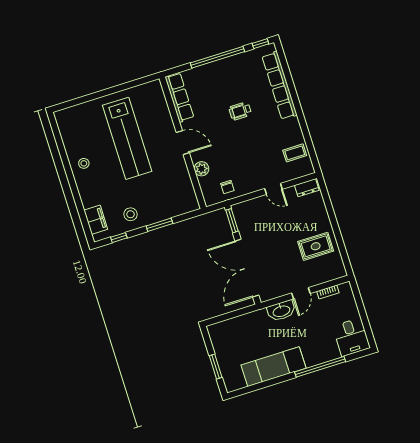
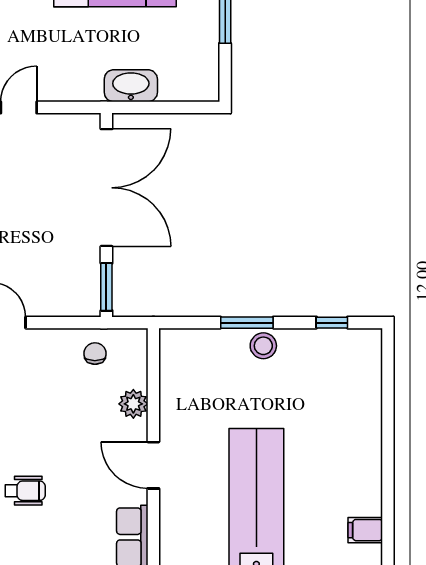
stool: (84, 163) -> (354, 485), removed
stool: (131, 214) -> (263, 346), moved
filing cabinet: (96, 220) -> (365, 530), moved, width x0.50
washbasin: (281, 311) -> (131, 86), moved

